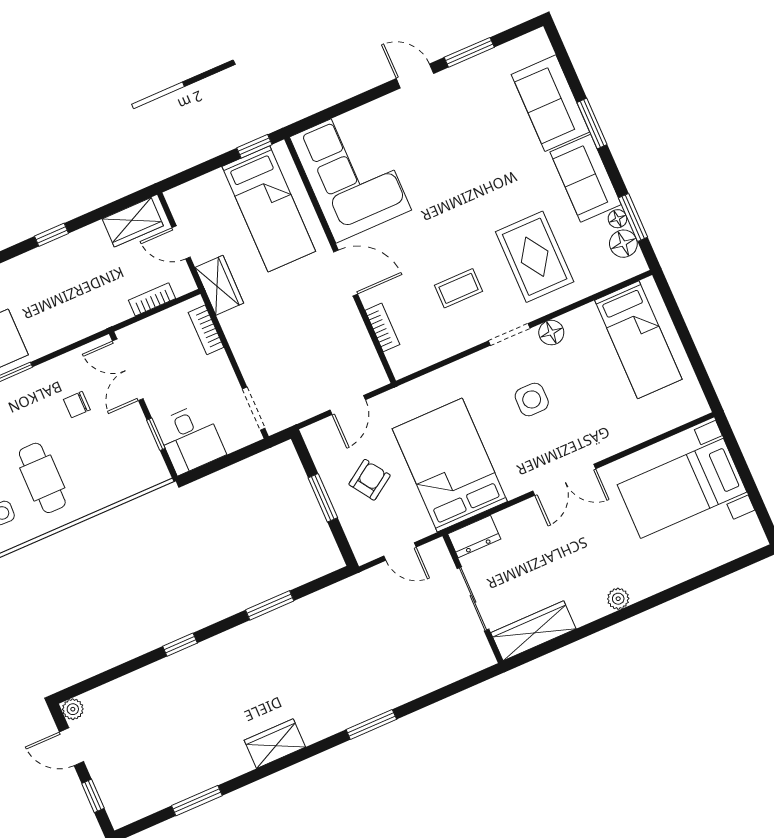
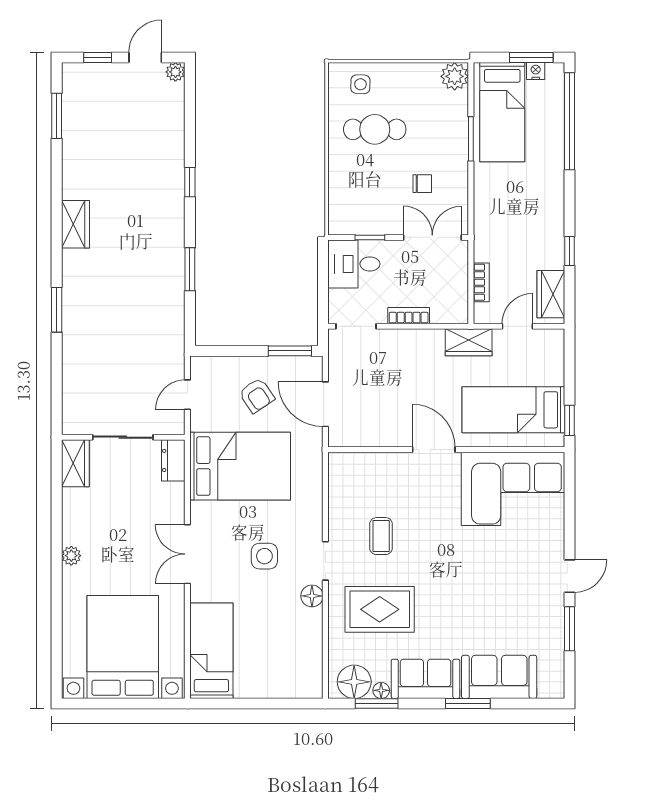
window: (51, 235) -> (570, 251), moved
floor lamp: (623, 244) -> (354, 682), width x1.38, depth x1.38
door: (346, 273) -> (434, 450), swing flipped
bookcase: (382, 327) -> (376, 460), removed
bookcase: (206, 330) -> (409, 316), moved
bed: (638, 340) -> (211, 651), moved, turned 90
chair: (77, 405) -> (422, 184), turned 90
door: (348, 405) -> (325, 404), width x1.38
bed with nightstands: (682, 488) -> (123, 647), width x1.36
window: (323, 498) -> (290, 351), moved
wardrobe: (533, 631) -> (75, 463), width x0.67
window: (197, 801) -> (57, 116), moved

